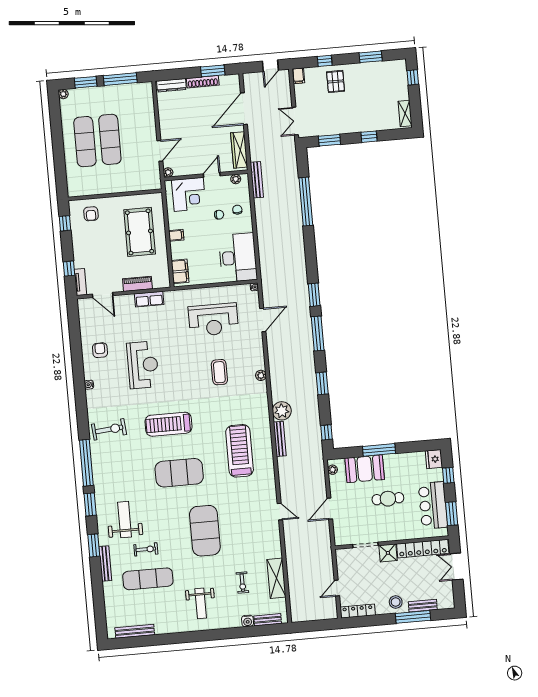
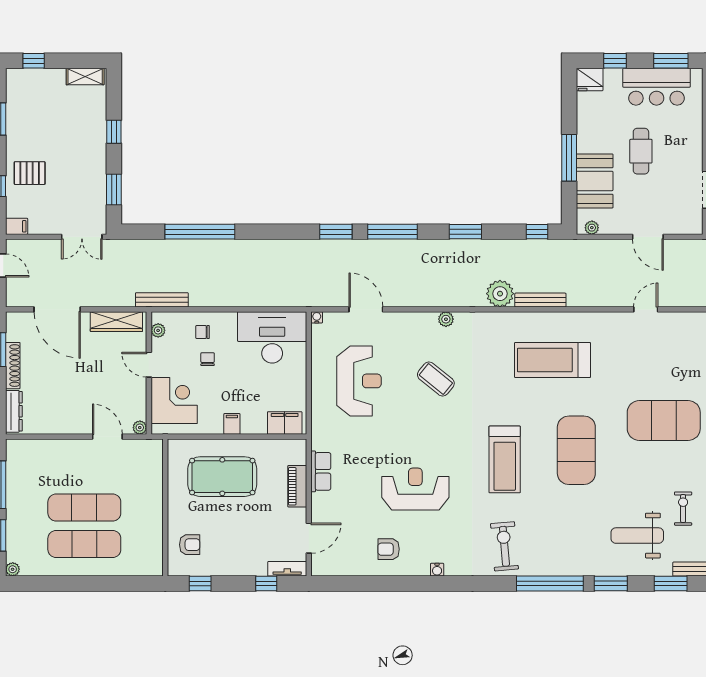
coffee table: (219, 372) -> (436, 379), turned 39

